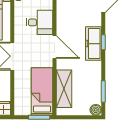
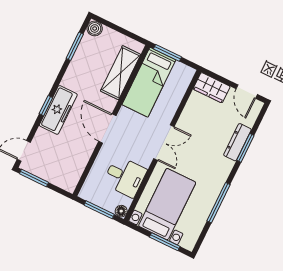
desk: (40, 22) -> (125, 177), moved, turned 180

